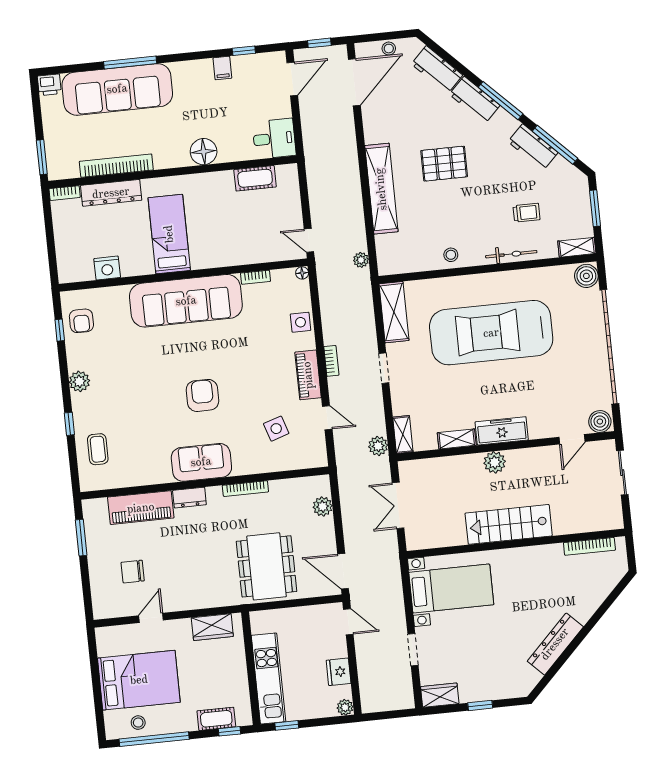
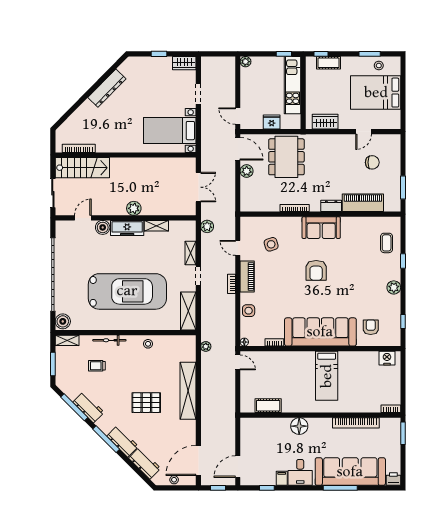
desk: (274, 139) -> (300, 472), moved, turned -90
dresser: (111, 193) -> (361, 406), removed
nightstand: (107, 268) -> (387, 358), moved
armchair: (81, 321) -> (371, 327), moved
boiler: (600, 422) -> (103, 227), moved
shelving: (403, 435) -> (191, 253), moved
plant: (323, 506) -> (247, 171), moved
stairs: (509, 524) -> (82, 168), moved
fridge: (339, 672) -> (272, 122), moved, turned -90
window: (154, 739) -> (370, 54), width x0.47

